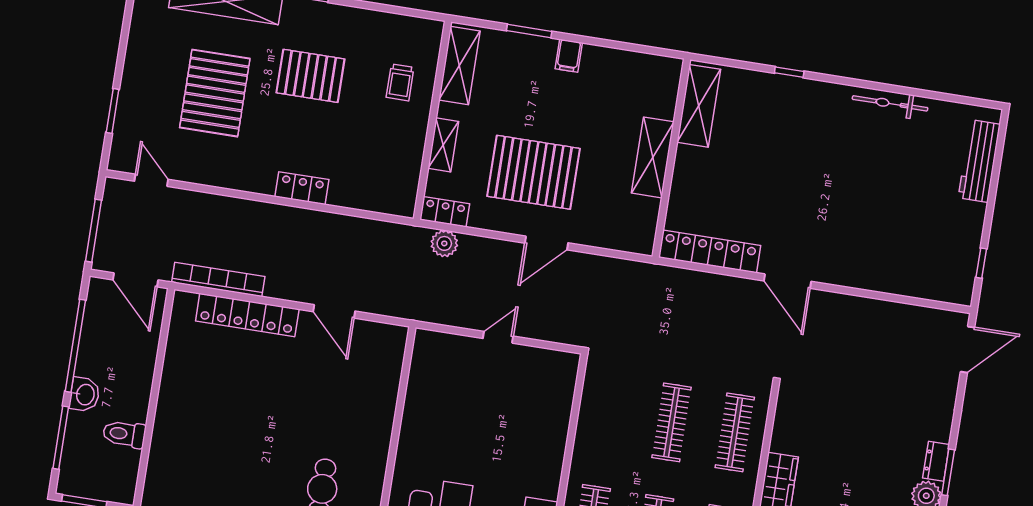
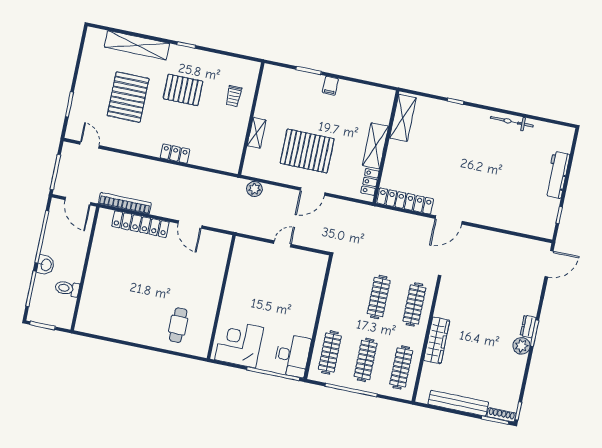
shelving: (459, 66) -> (268, 88), removed
workbench: (979, 161) -> (557, 175), moved
locker: (445, 212) -> (370, 182), moved, turned -90
door: (788, 281) -> (449, 220), hinge flipped

